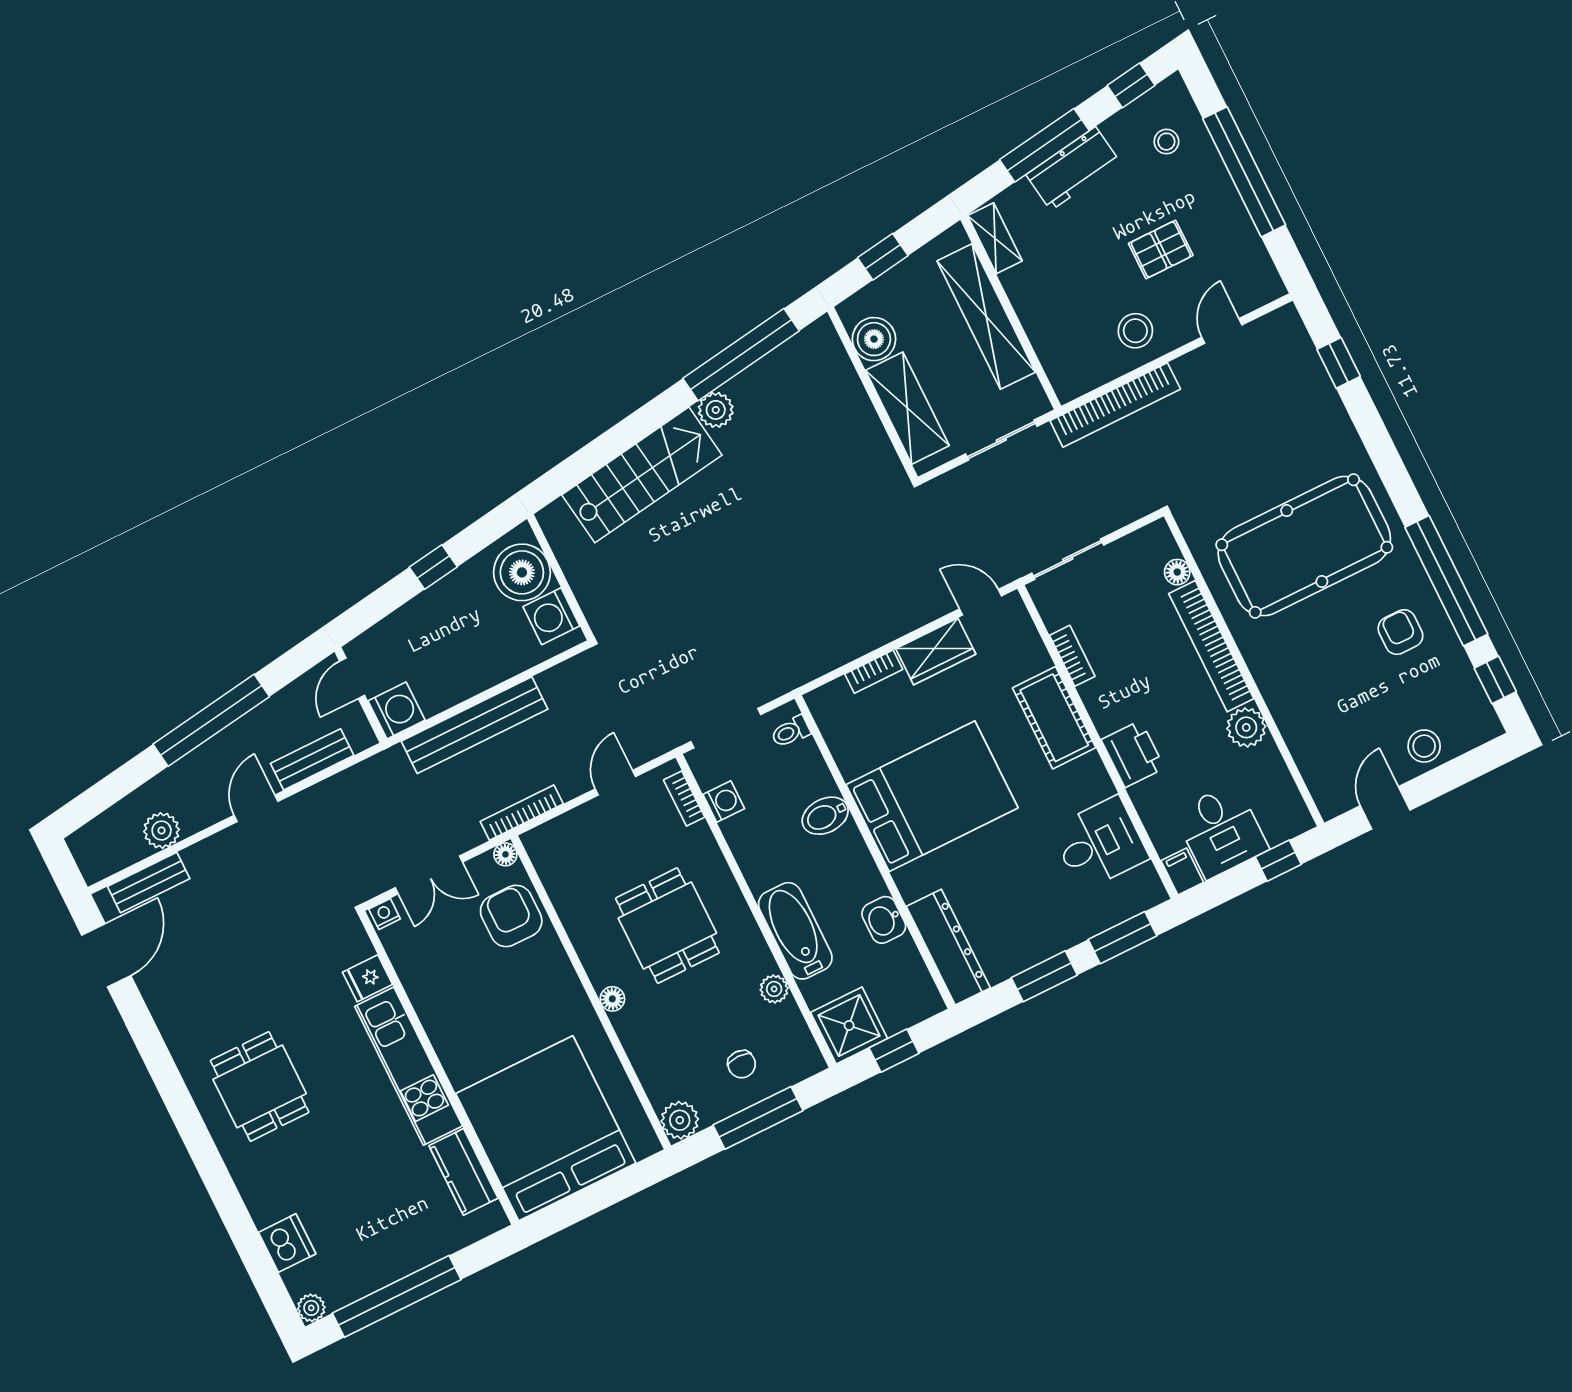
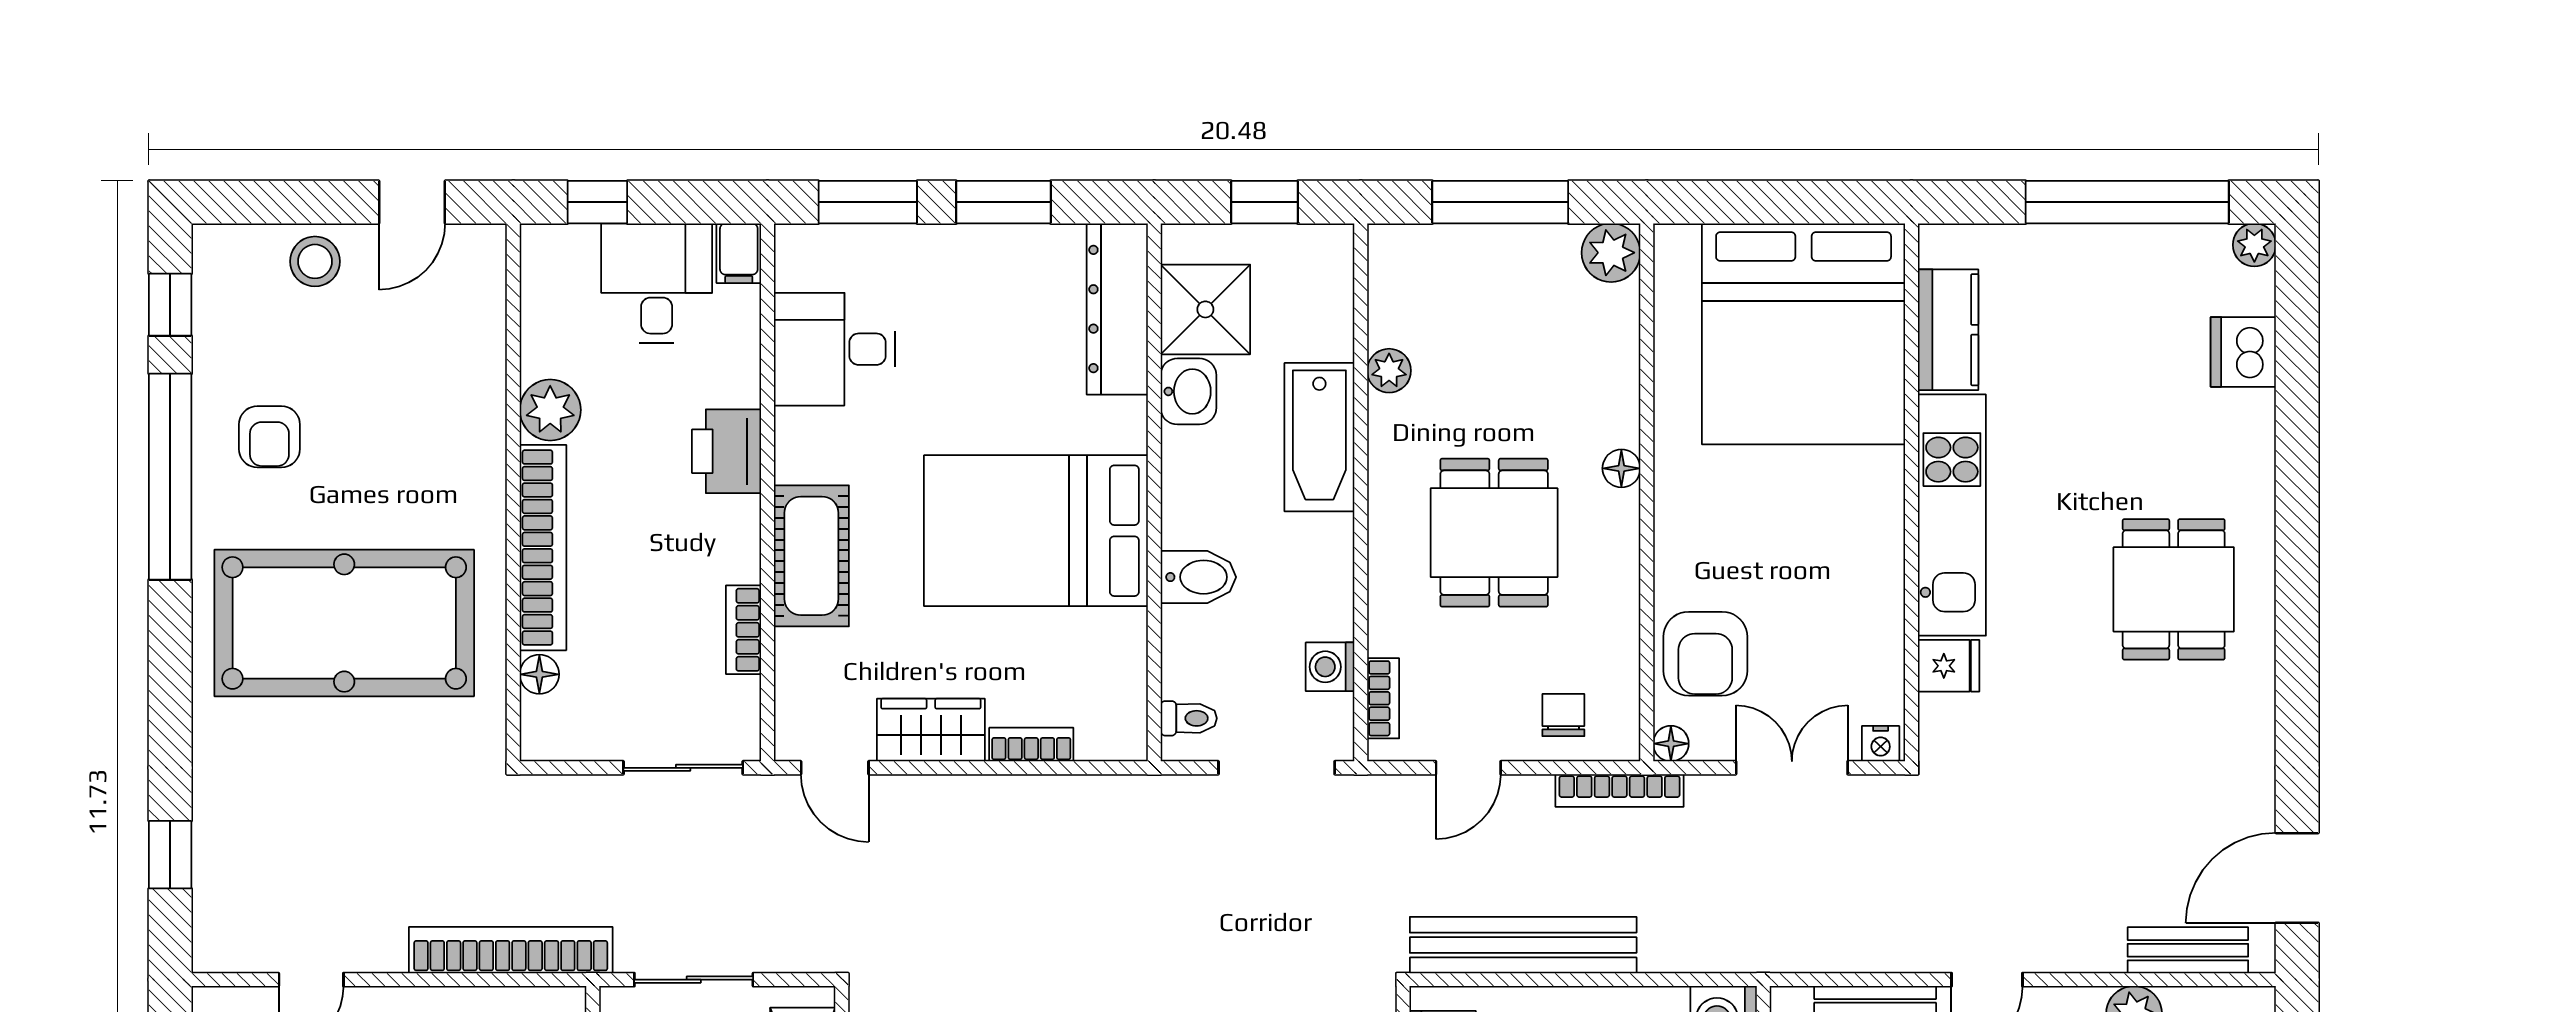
bench: (475, 725) -> (1523, 945), moved
shower: (849, 1025) -> (1205, 309), moved
chair: (742, 1064) -> (1563, 715), moved

